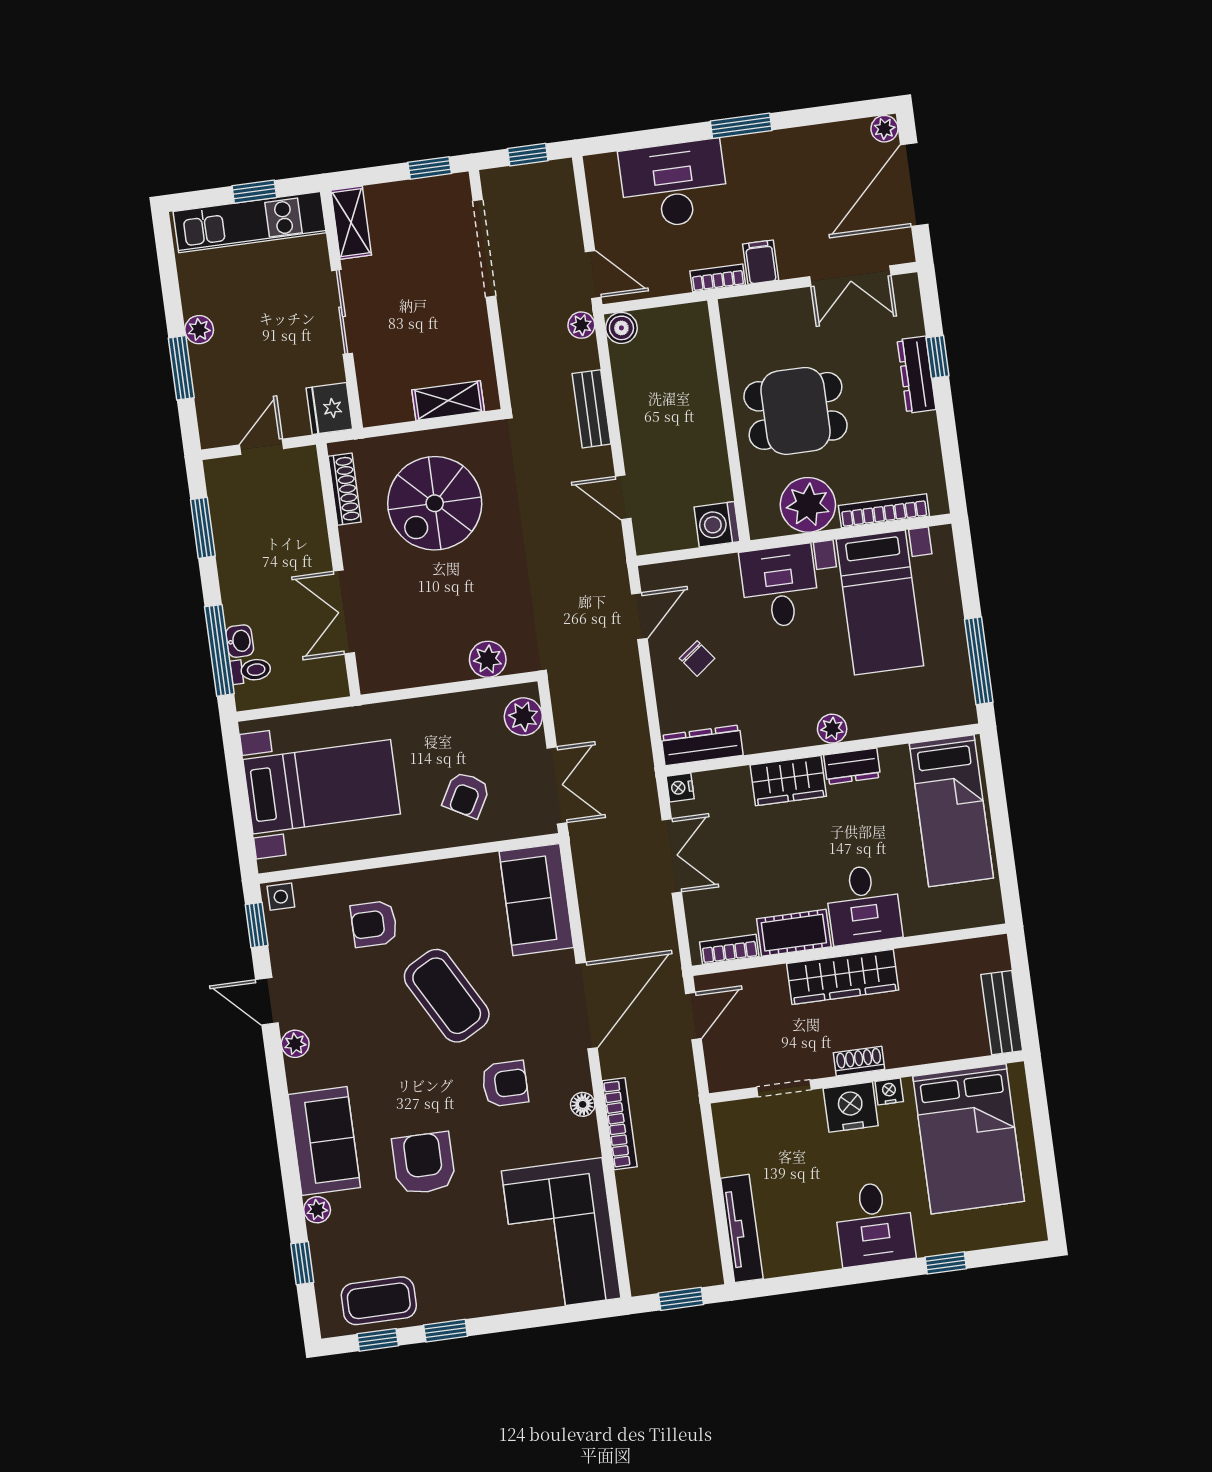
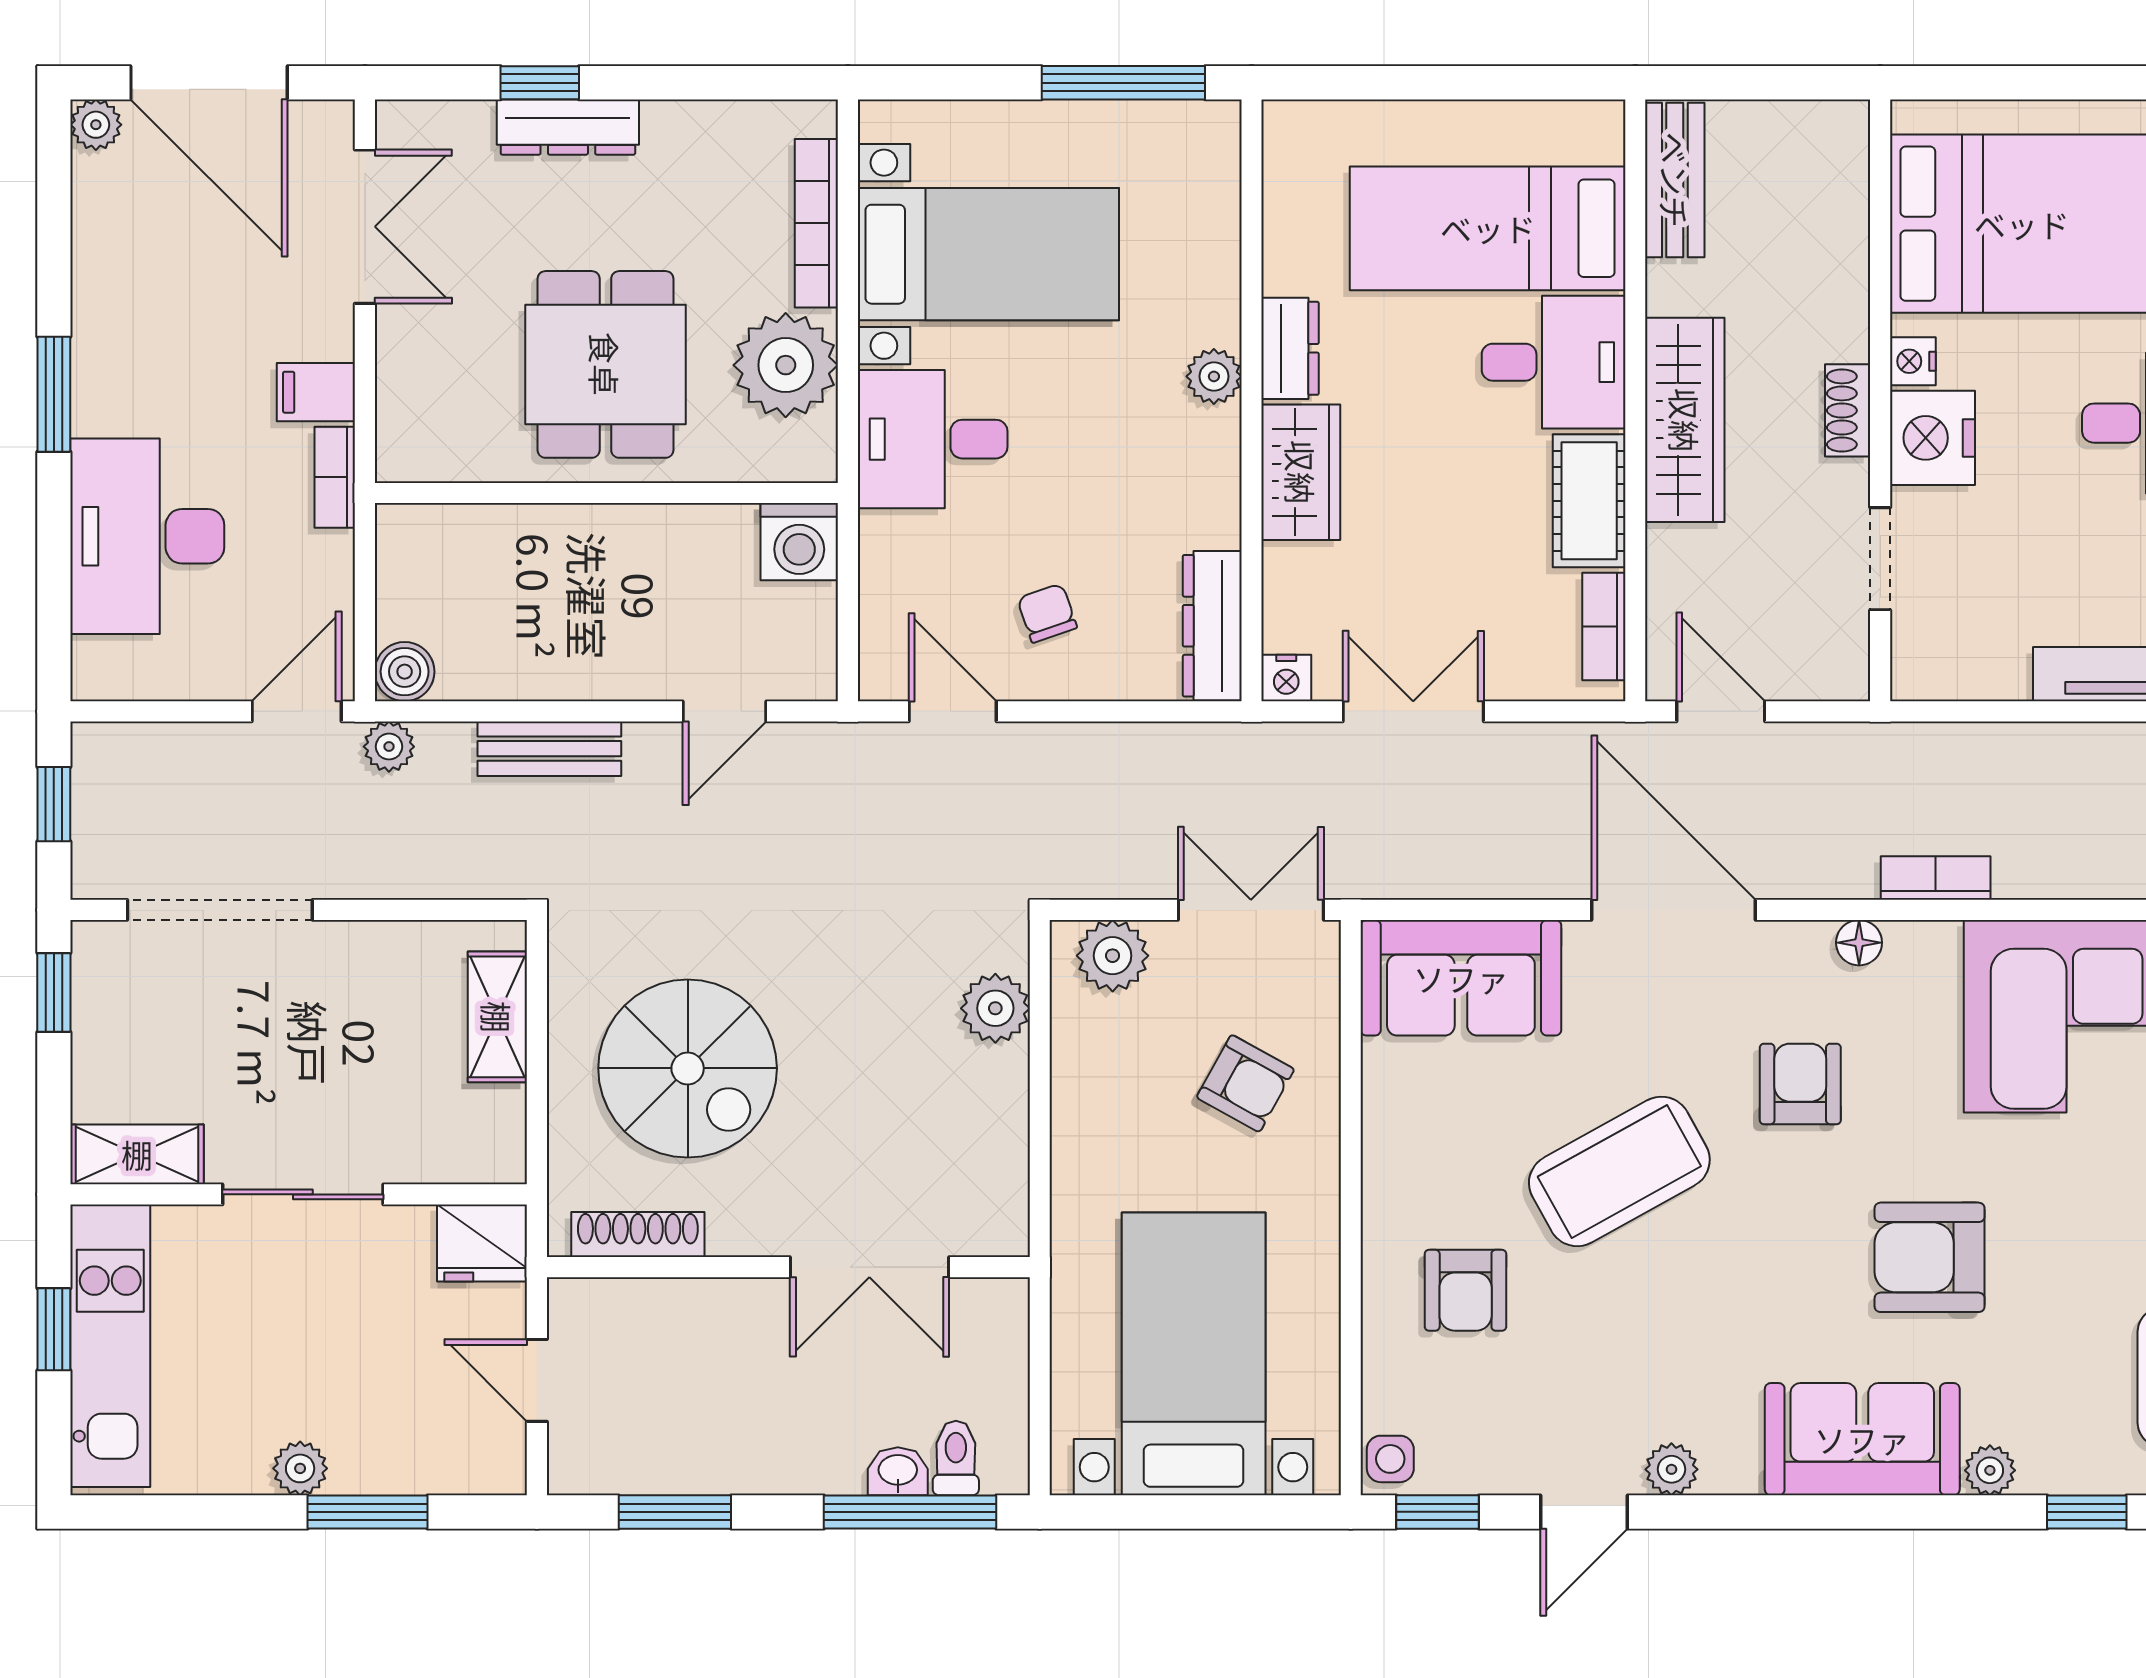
chair: (697, 658) -> (1047, 613), turned -72
bed: (951, 811) -> (1488, 228), moved, turned 180
bench: (1002, 1013) -> (1675, 180), moved, turned 90
bookcase: (620, 1124) -> (1936, 878), width x0.64

